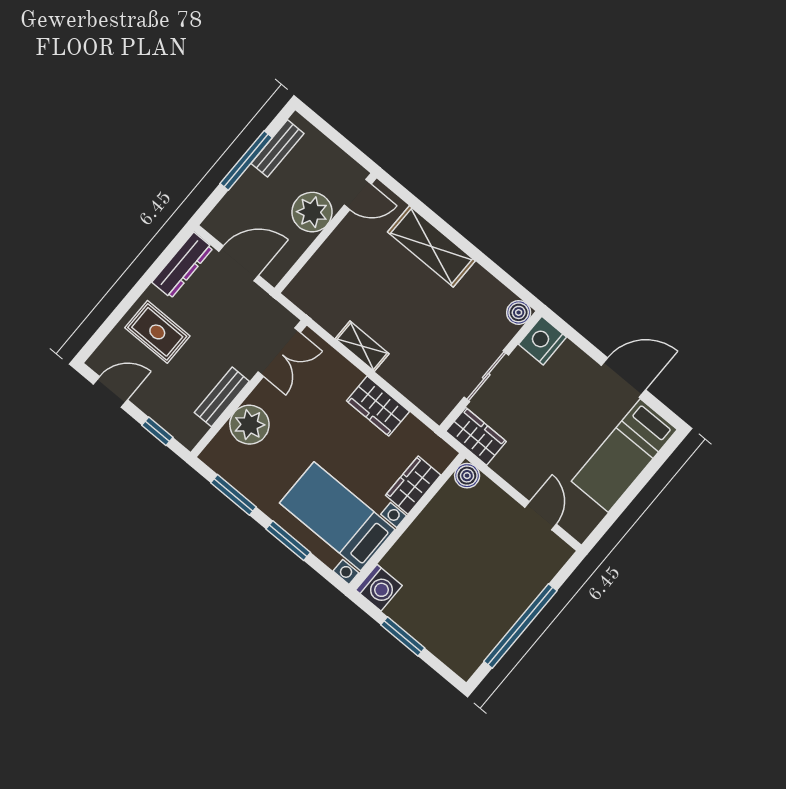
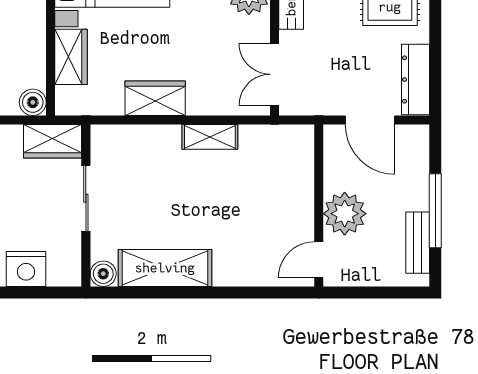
shelving: (431, 246) -> (165, 268), moved
door: (239, 263) -> (370, 120), hinge flipped
nightstand: (543, 341) -> (26, 269), moved, turned 90

